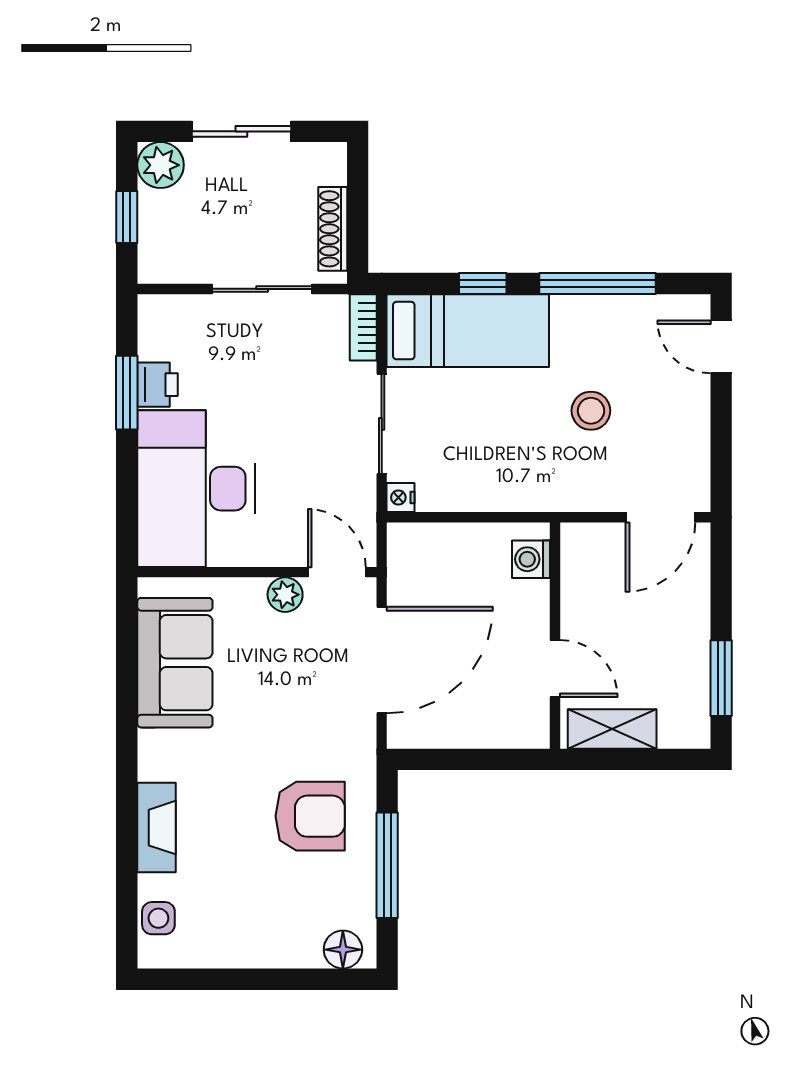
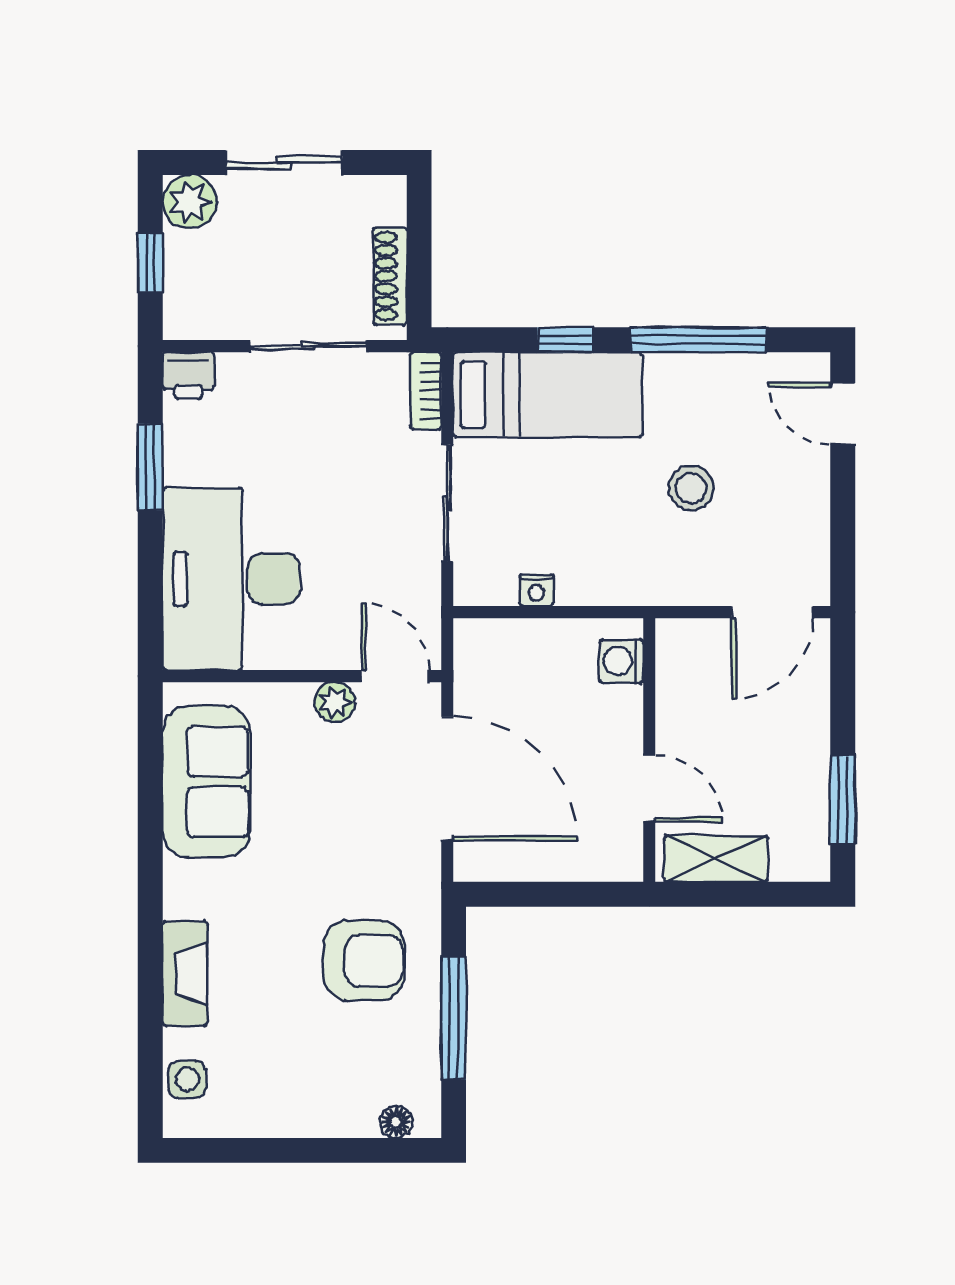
printer: (157, 385) -> (188, 376), moved, turned 90
nightstand: (401, 498) -> (536, 590), moved, turned -90
door: (382, 660) -> (447, 779), hinge flipped
floor lamp: (343, 950) -> (396, 1122), width x0.73, depth x0.73

